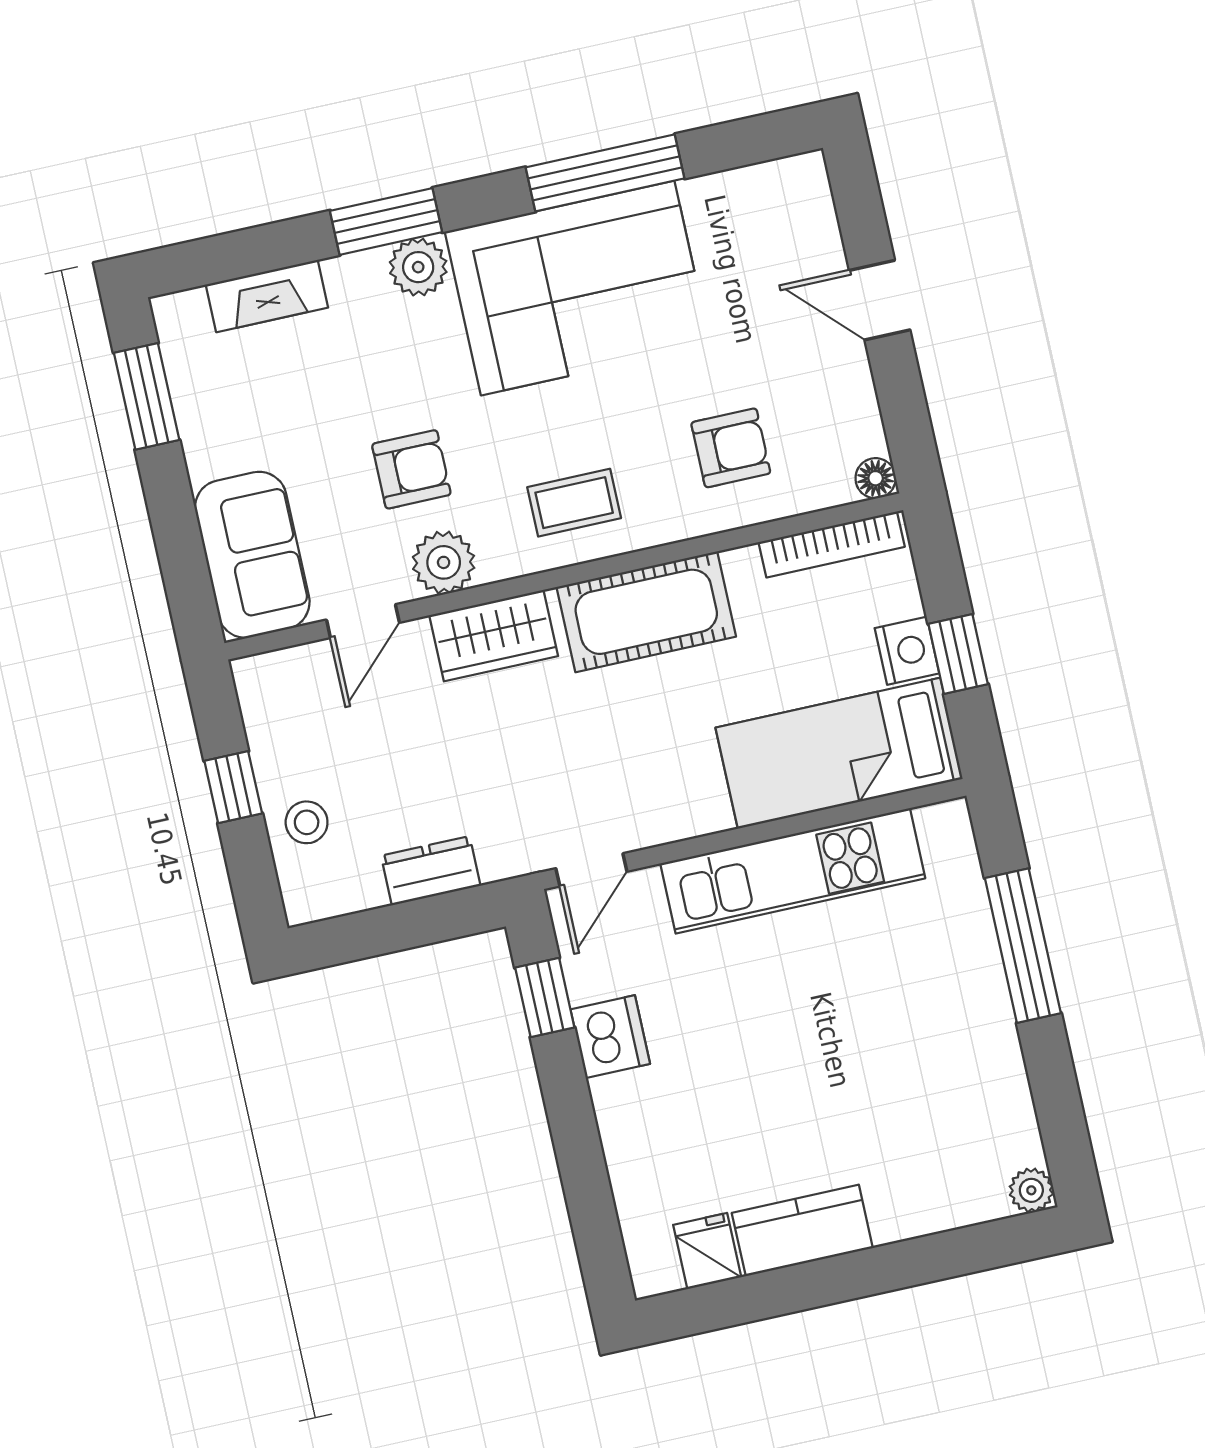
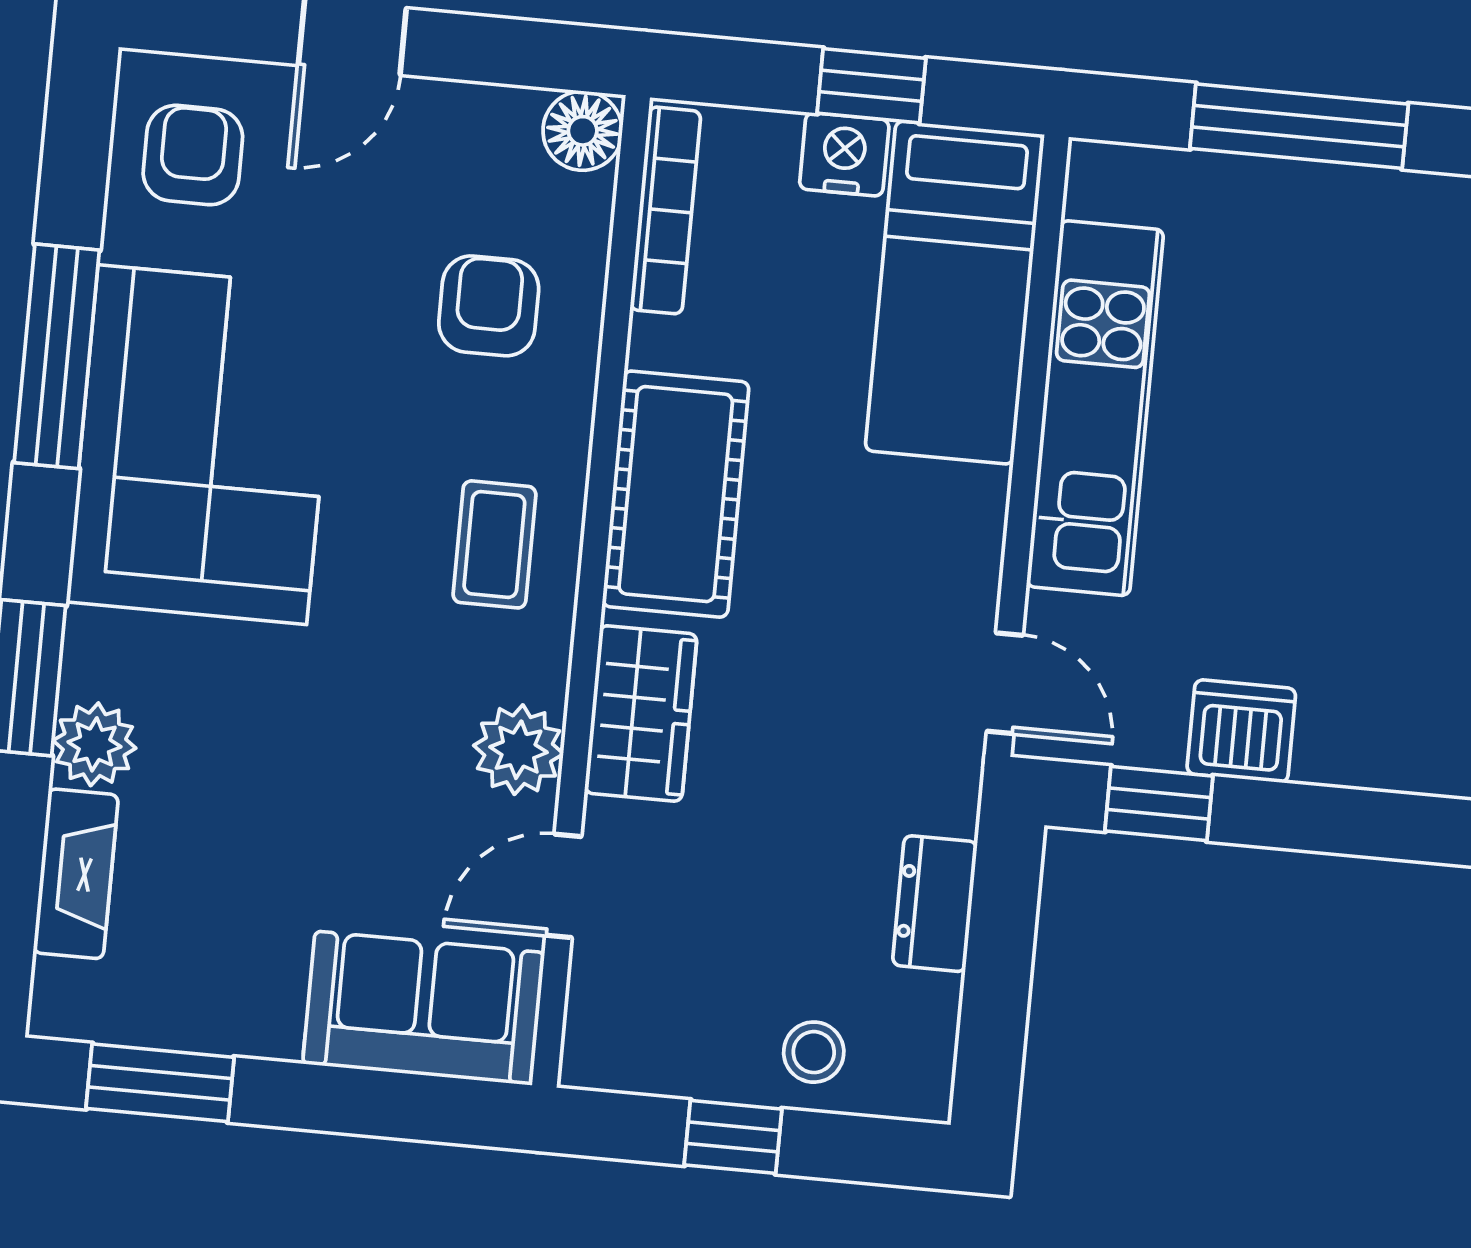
plant: (418, 267) -> (94, 744), moved
armchair: (411, 469) -> (193, 155), moved
floor lamp: (876, 478) -> (583, 131), width x1.37, depth x1.37
door: (363, 621) -> (563, 886), swing flipped

